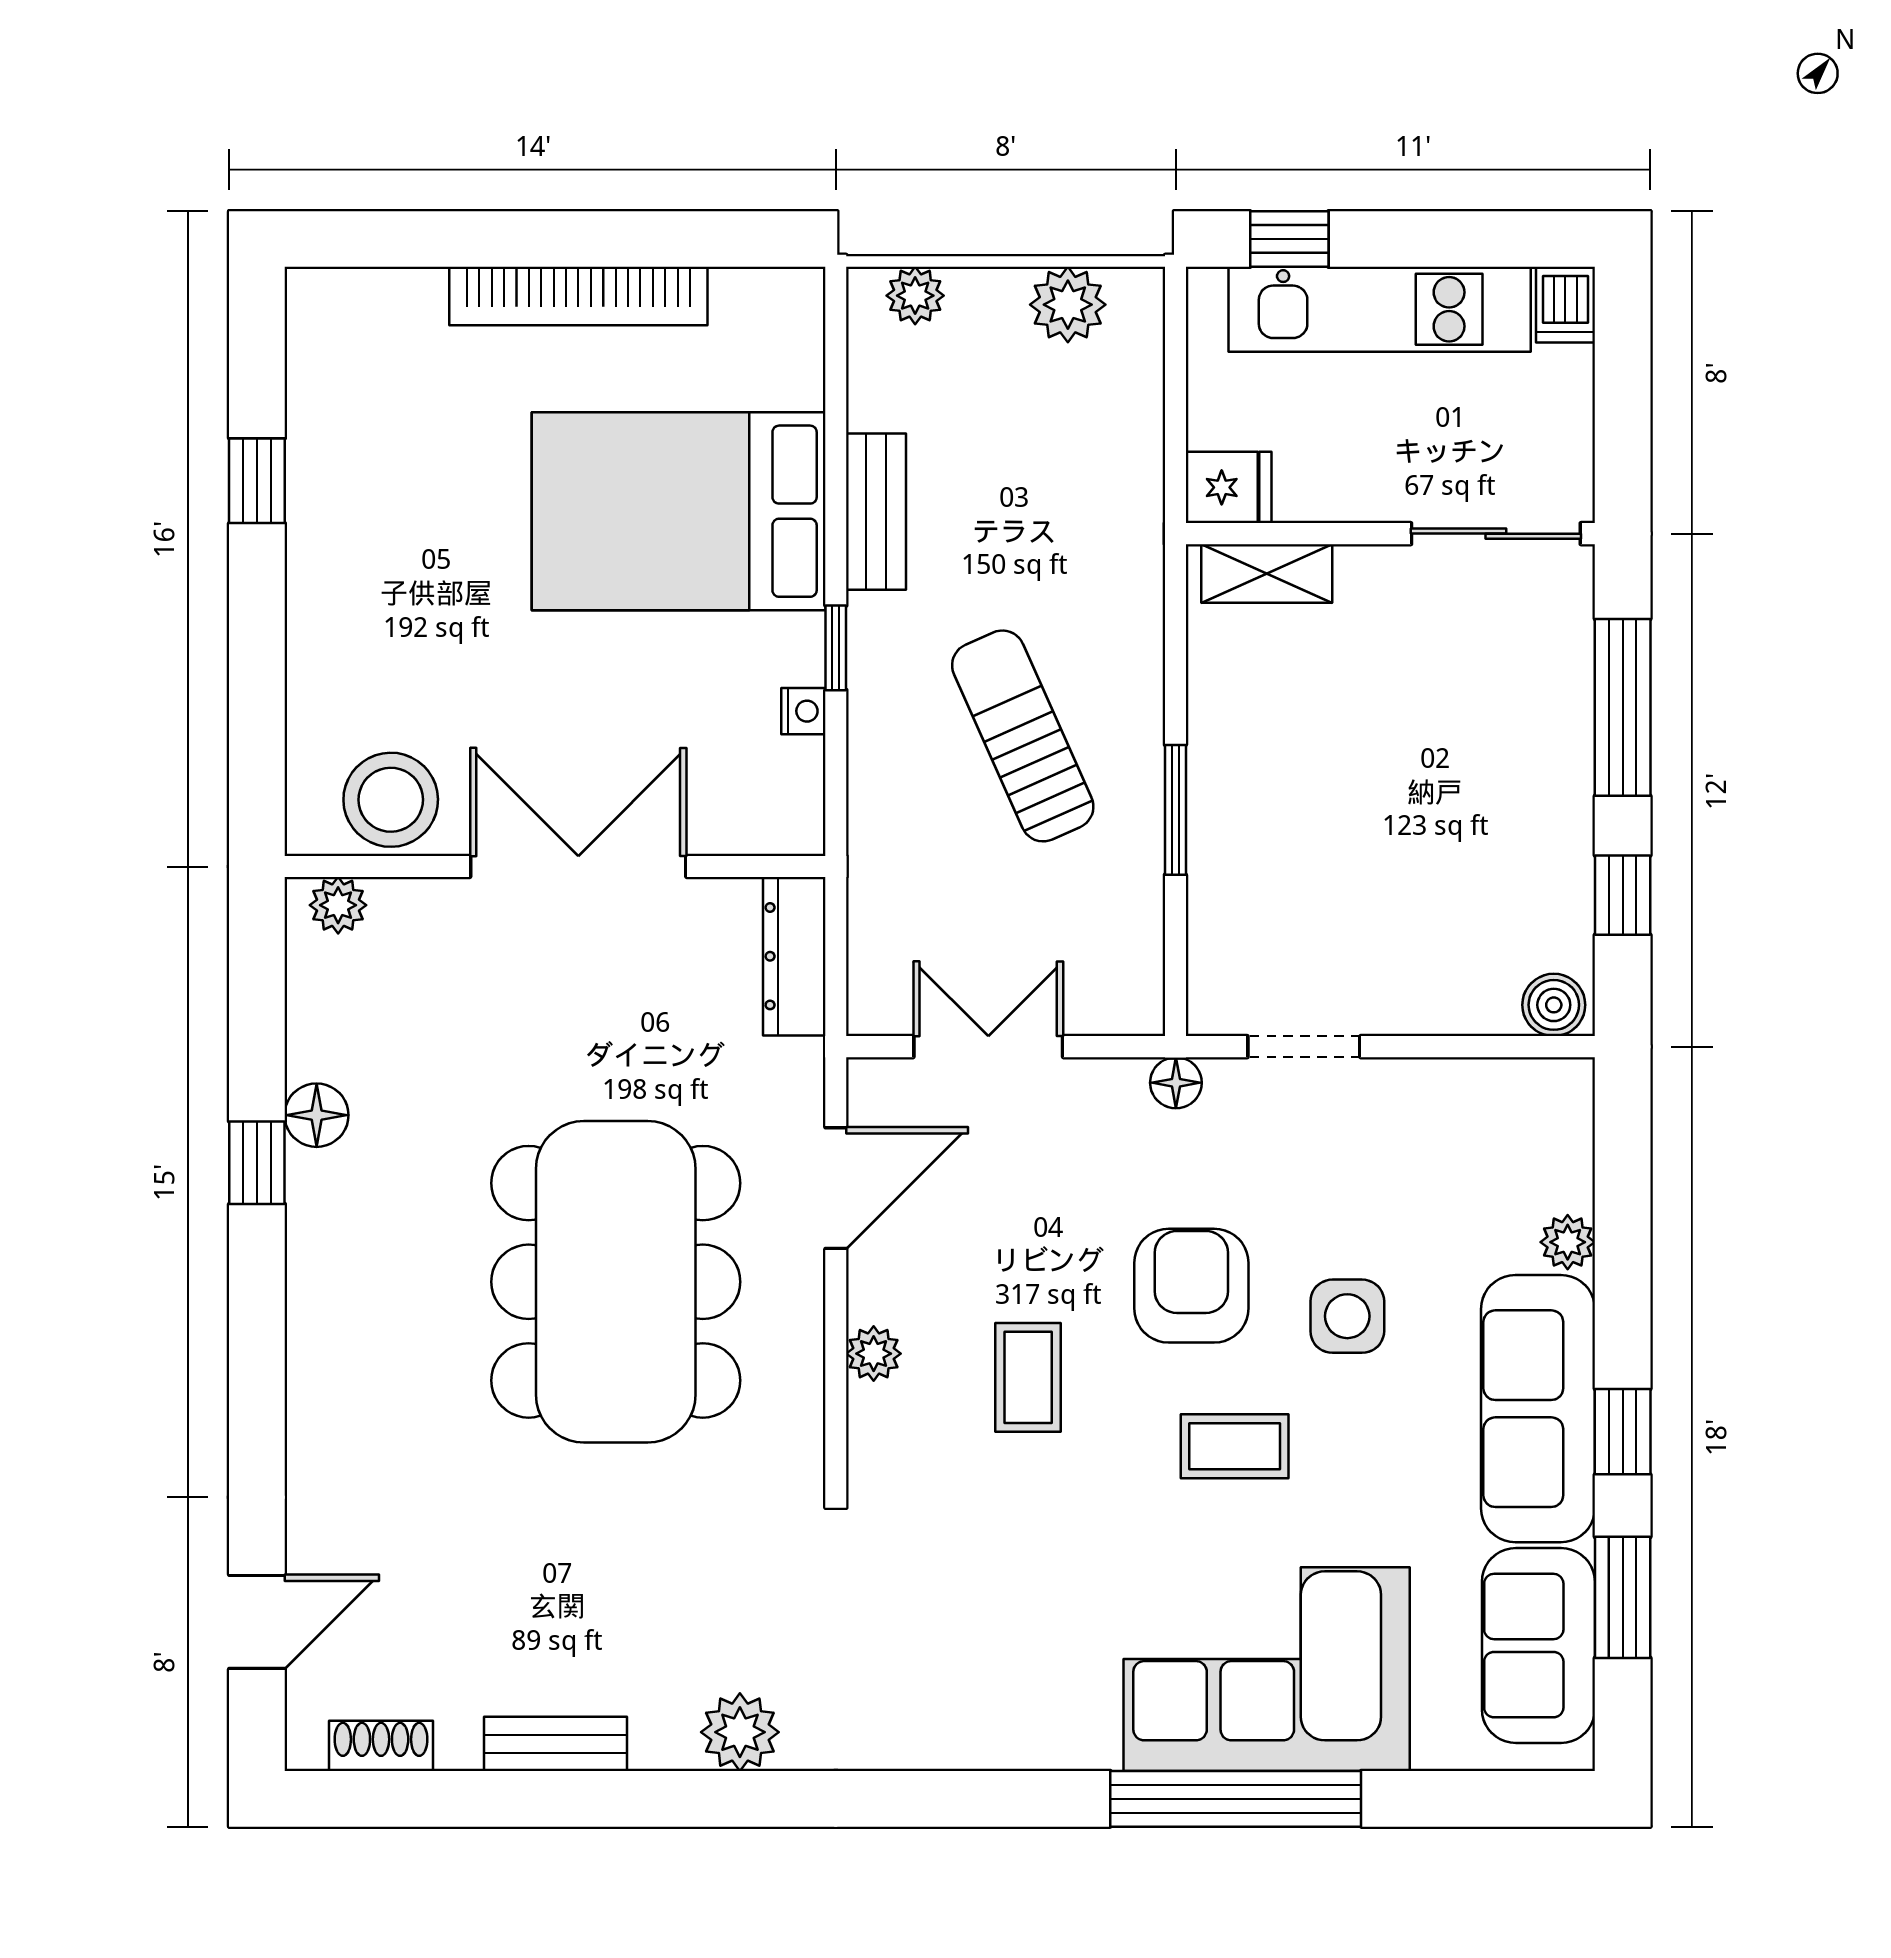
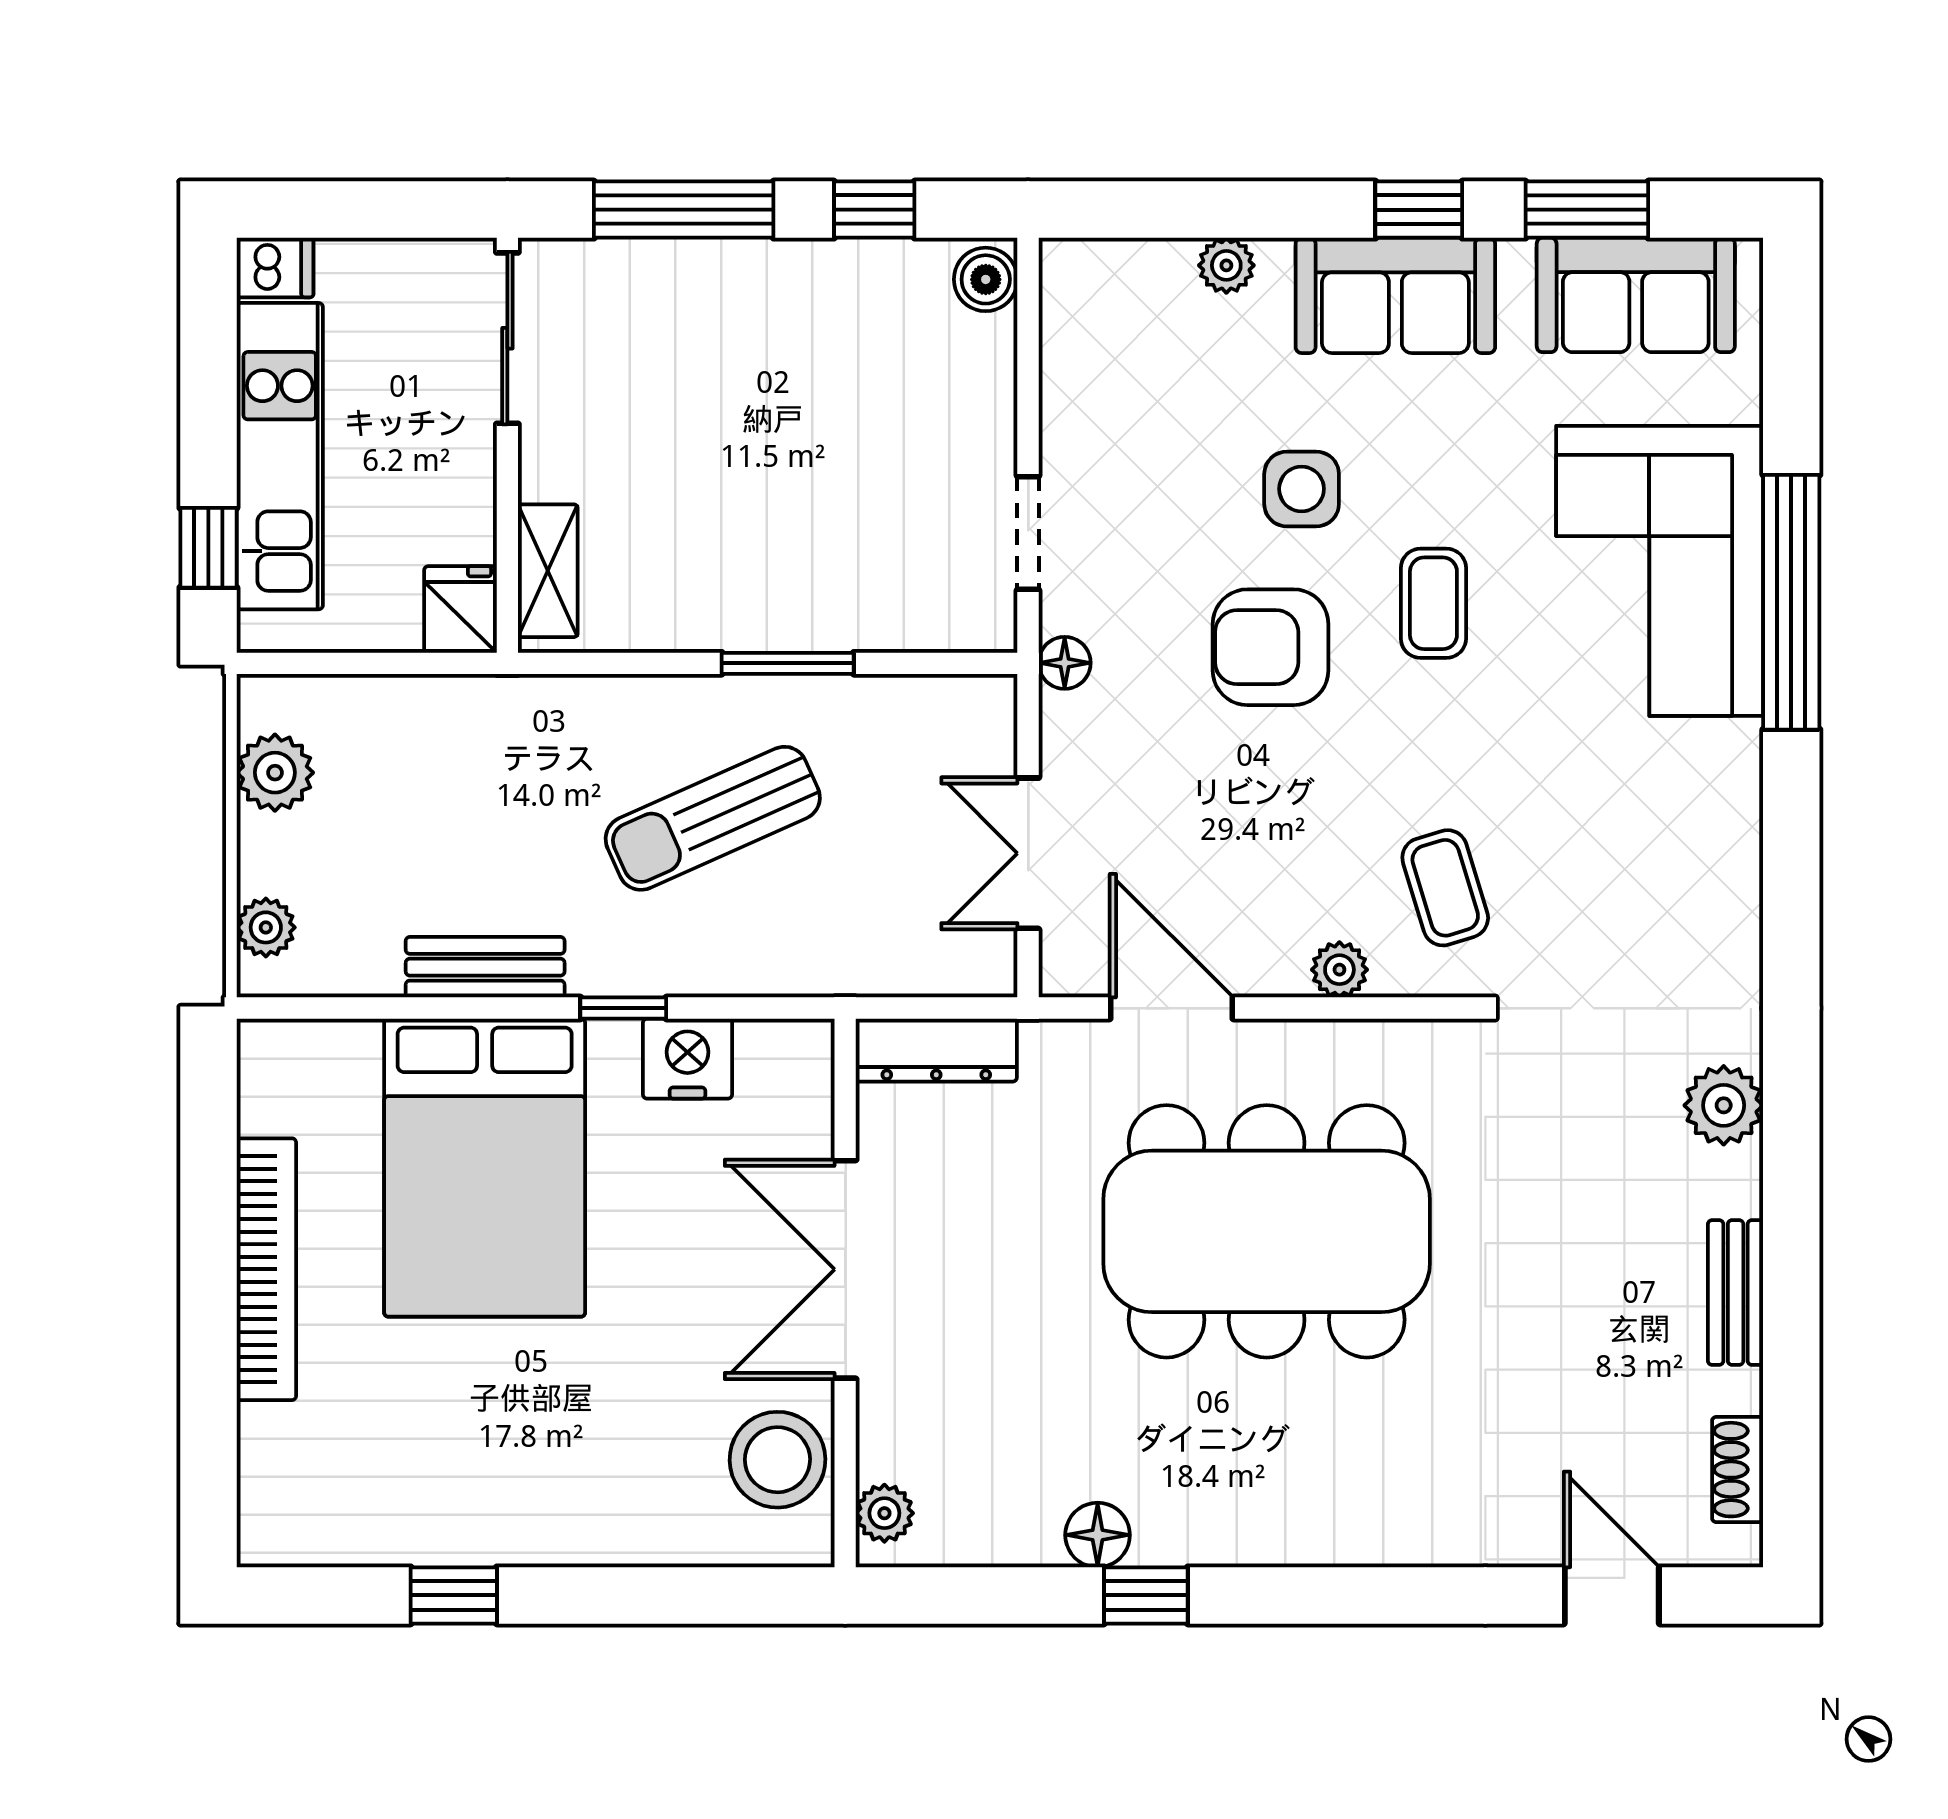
nightstand: (803, 711) -> (687, 1059), width x1.89, depth x1.79
coffee table: (1028, 1377) -> (1445, 888), moved, turned 73
sofa: (1538, 1409) -> (1395, 295), width x0.73

